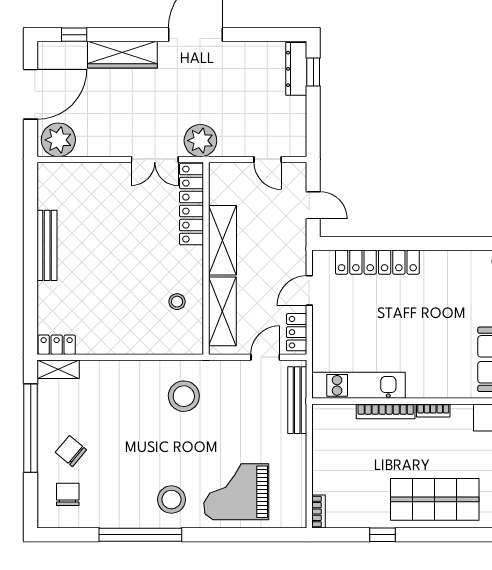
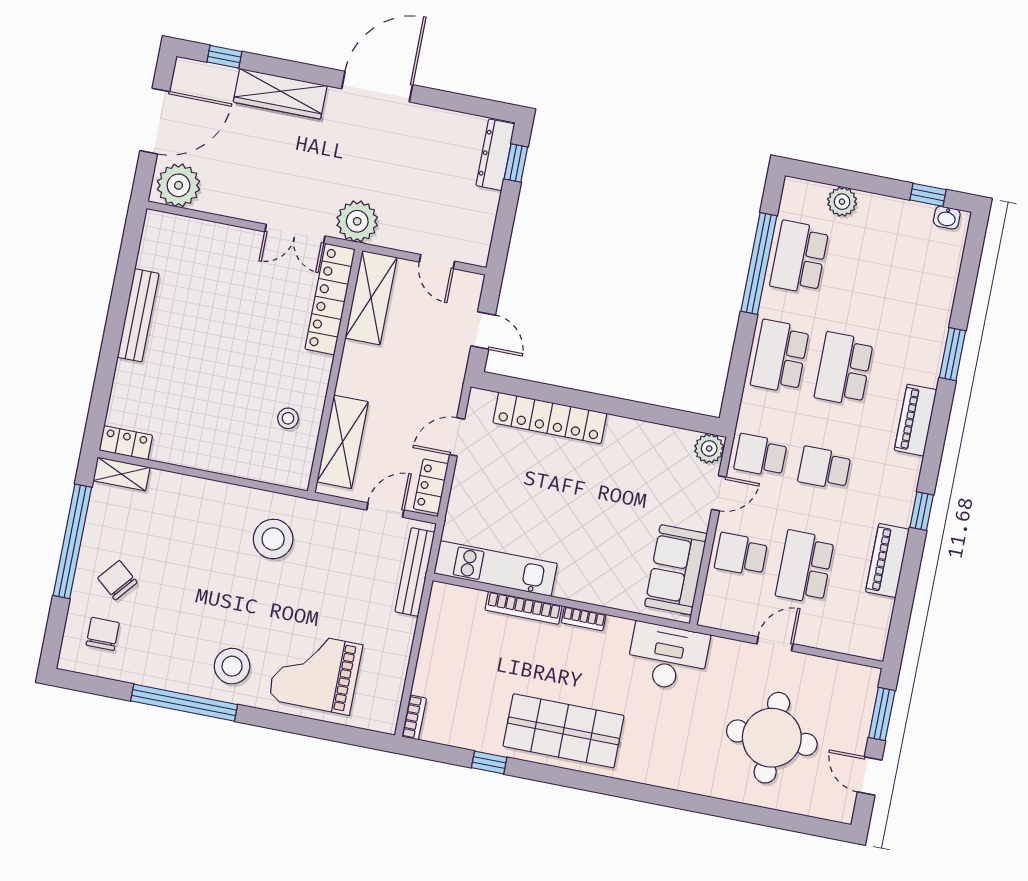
shelving: (223, 240) -> (371, 298), moved

